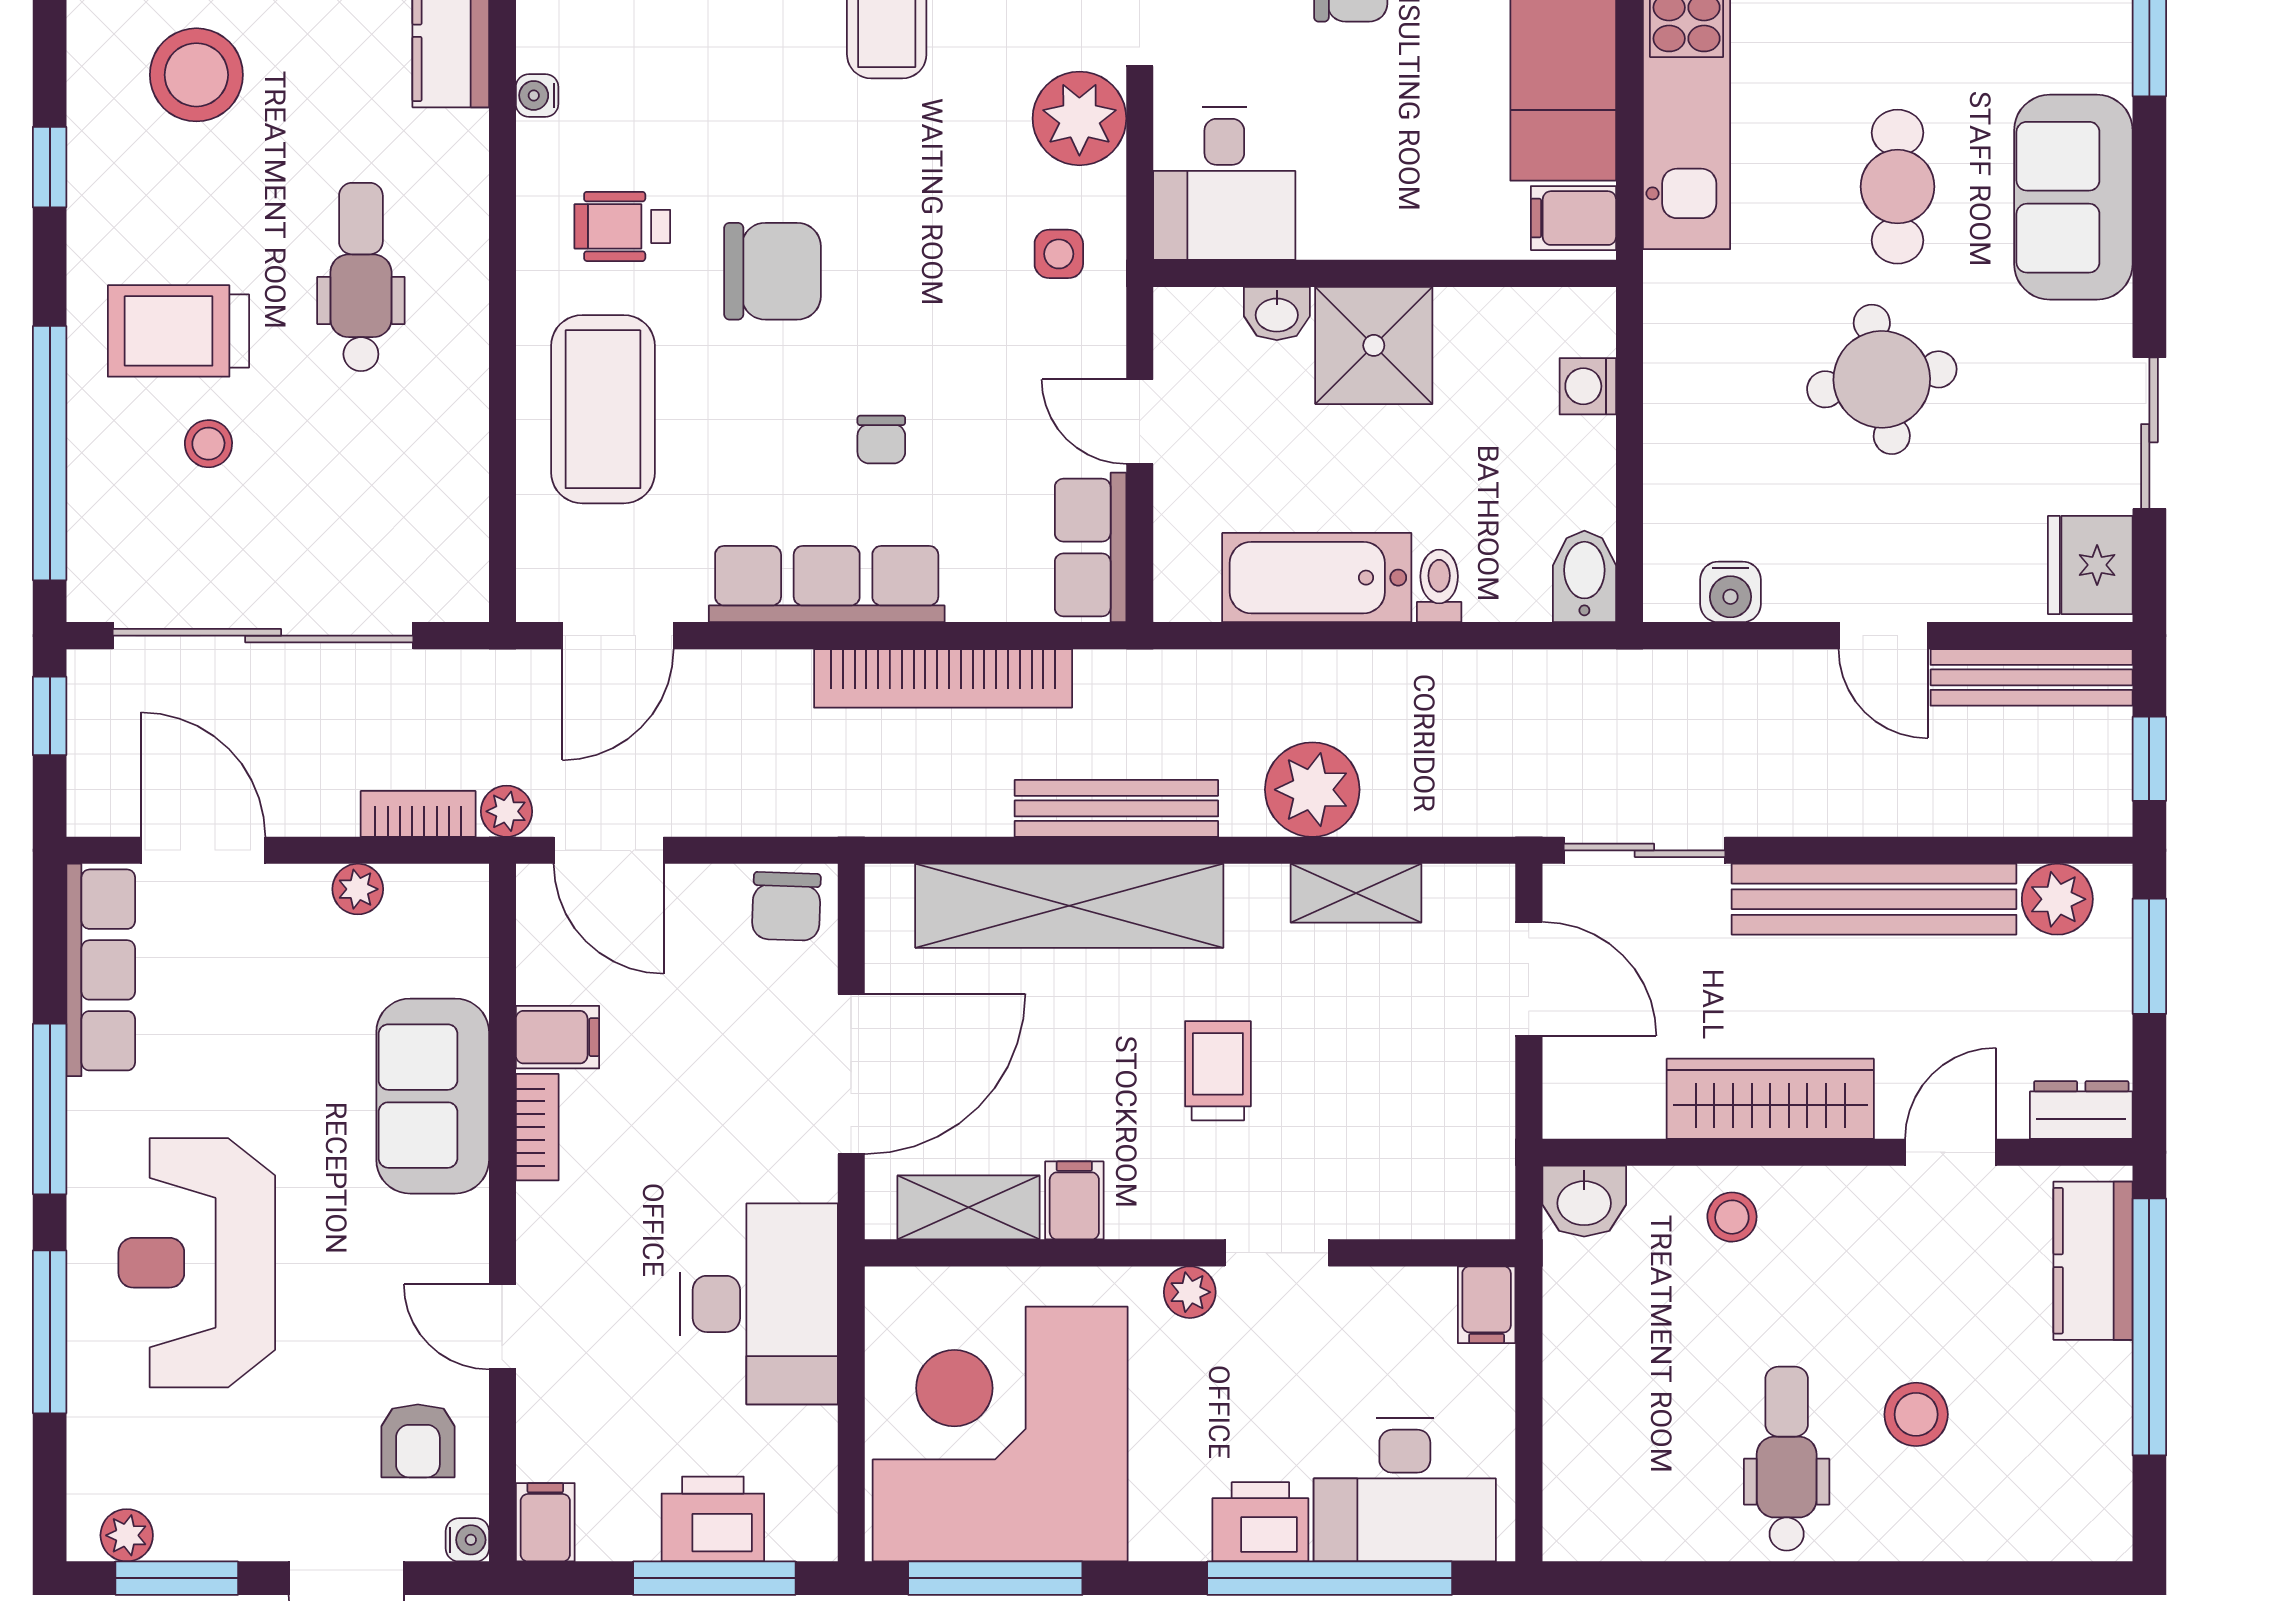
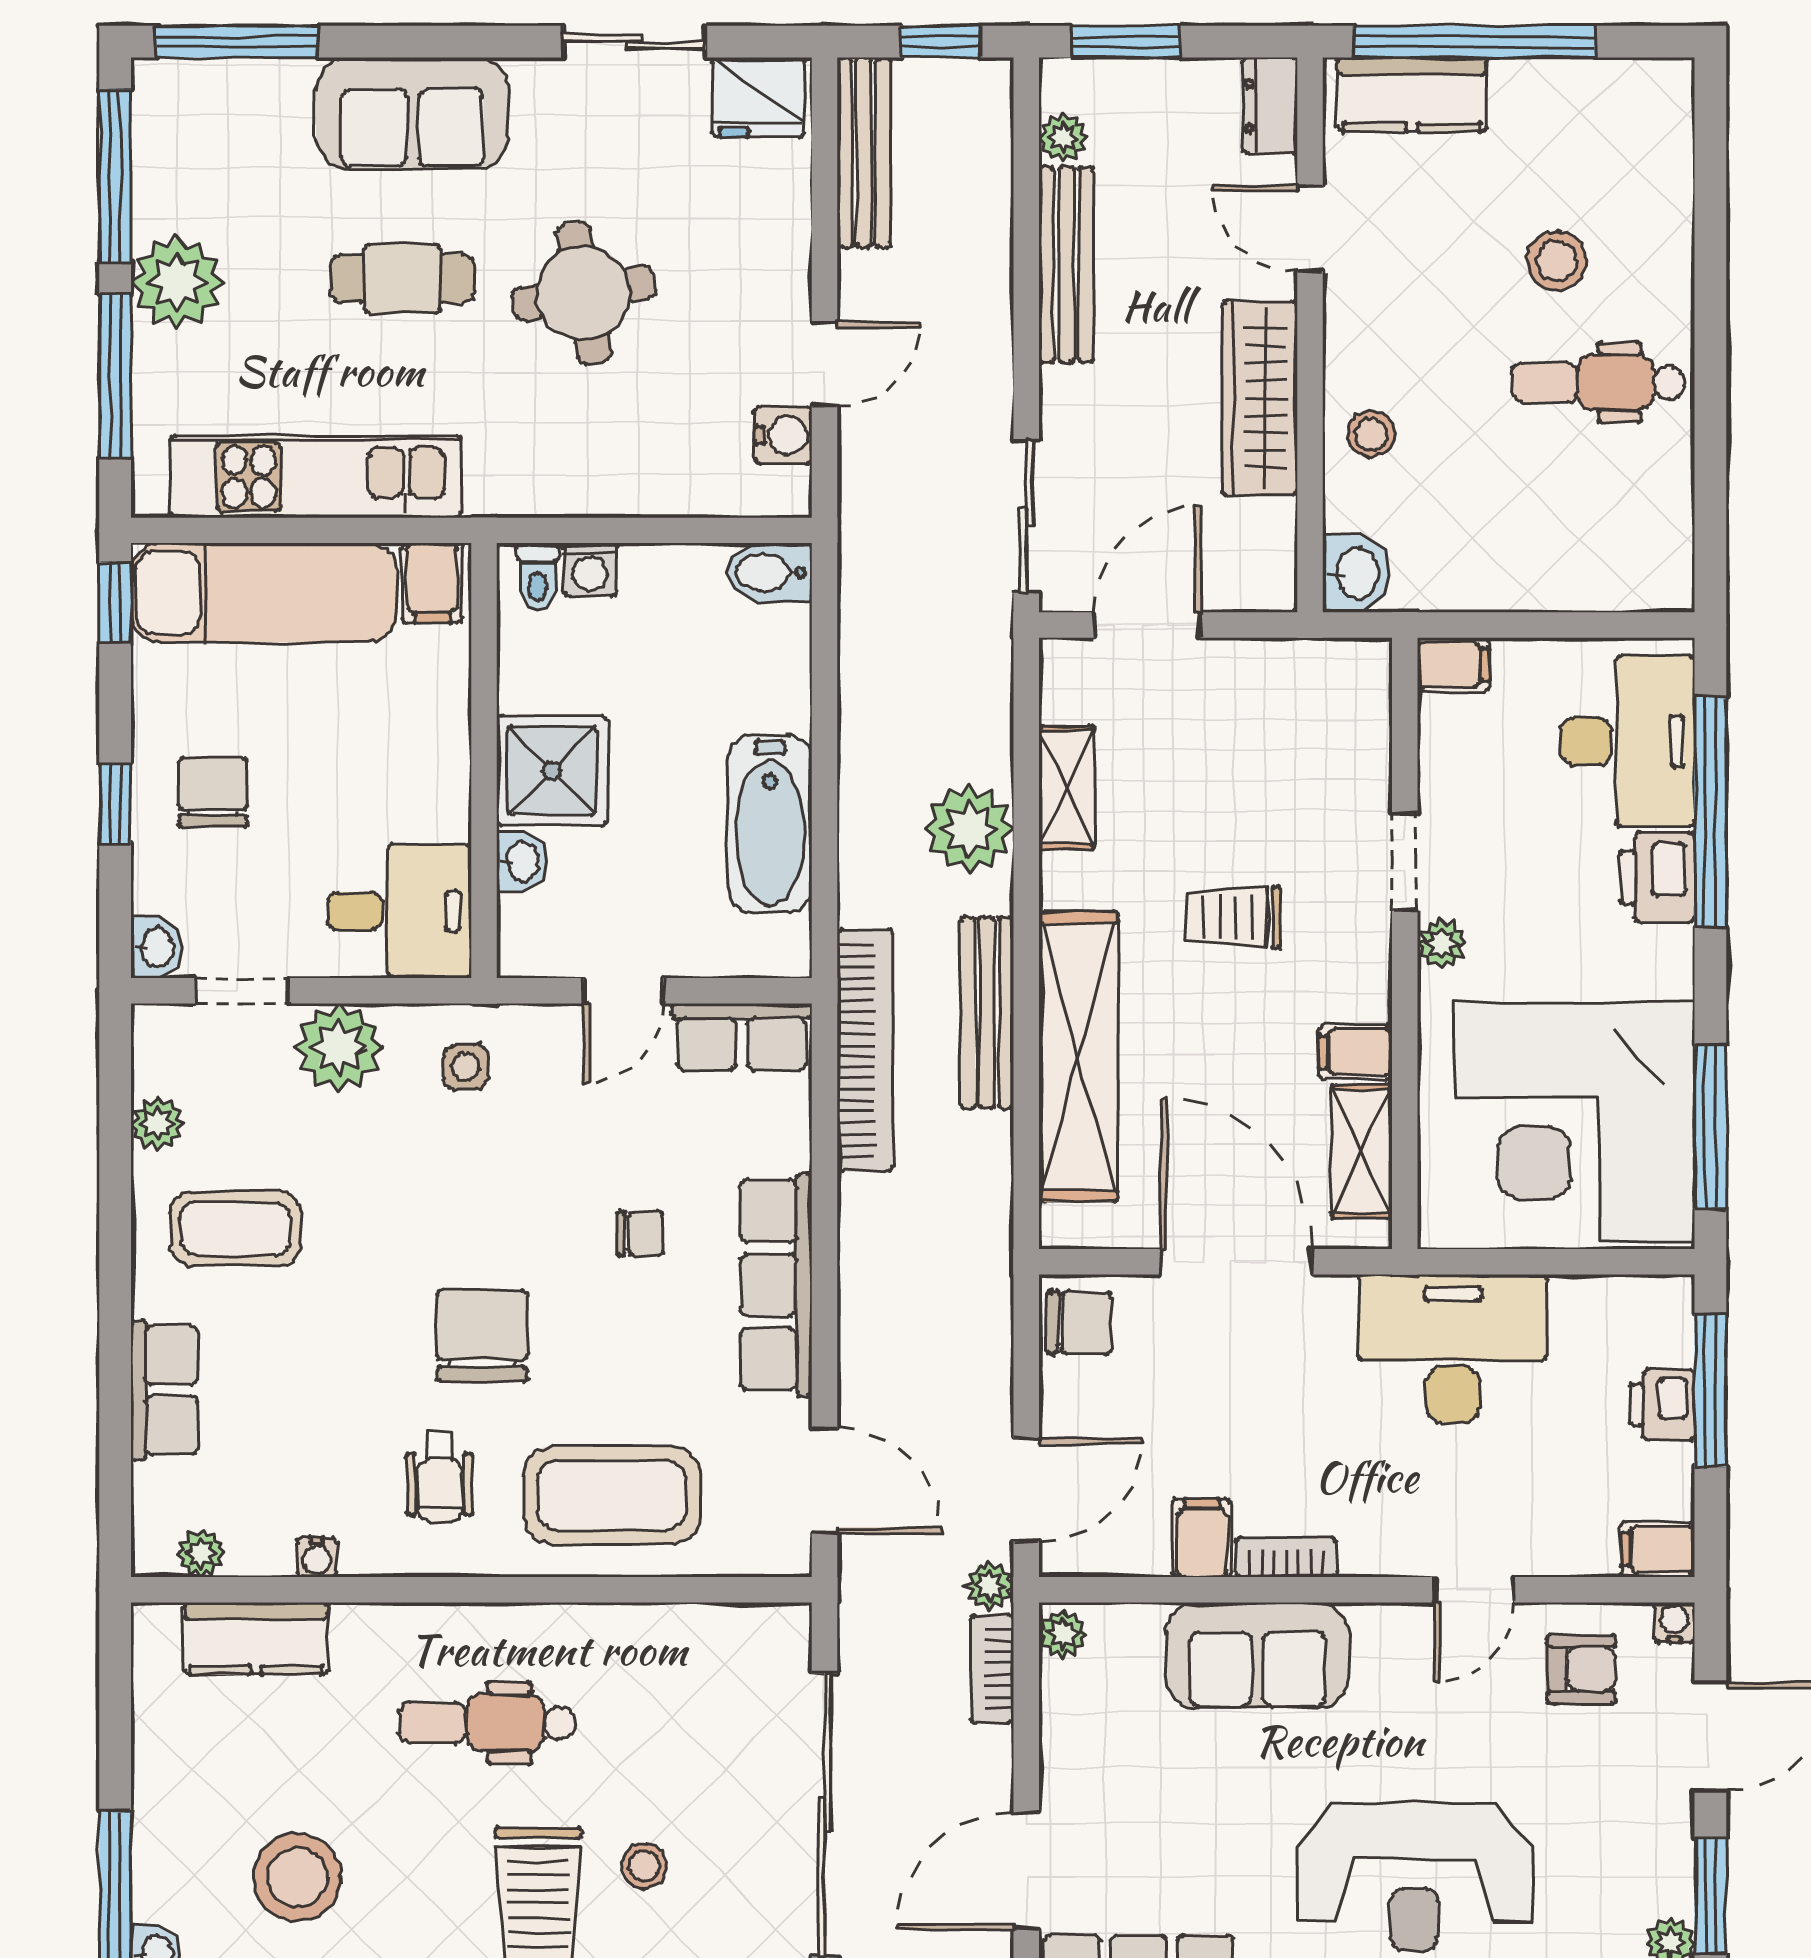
toilet: (1439, 586) -> (538, 577), moved, turned -90
door: (1883, 636) -> (825, 364), moved
bookcase: (943, 678) -> (865, 1050), moved
plant: (358, 889) -> (1063, 1634), moved
bench: (1874, 899) -> (1066, 265), width x0.73, depth x0.82
plant: (2057, 899) -> (1063, 137), width x0.73, depth x0.73
printer: (713, 1519) -> (1663, 1405), width x0.73, depth x0.81

